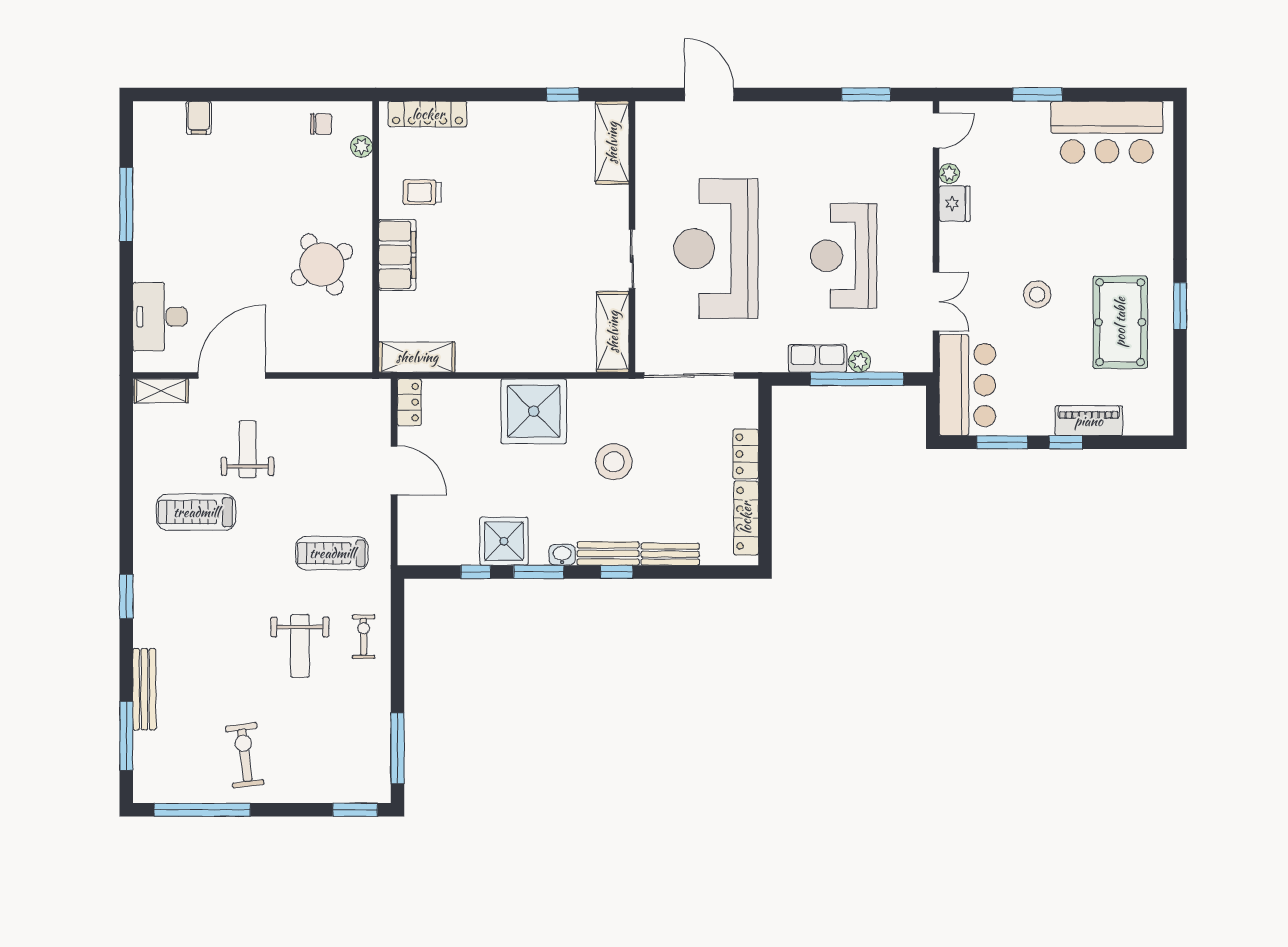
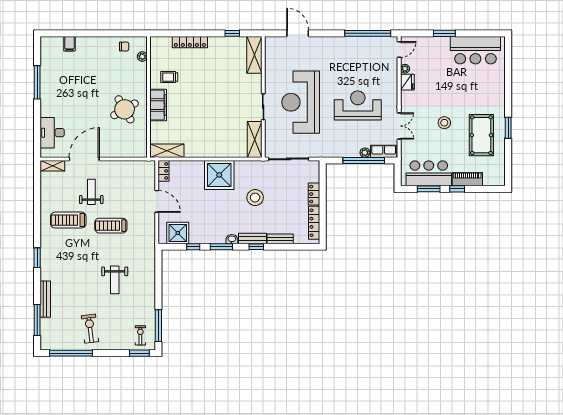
window: (866, 94) -> (368, 33), width x2.11
locker: (428, 114) -> (190, 42), moved
reception desk: (844, 256) -> (358, 105), turned 90
row of seats: (818, 358) -> (384, 151), moved
bar counter: (967, 385) -> (429, 173), moved, turned -90
shower: (504, 541) -> (178, 233), moved
treadmill: (332, 553) -> (111, 226), moved
exercise bike: (364, 637) -> (140, 335), moved

